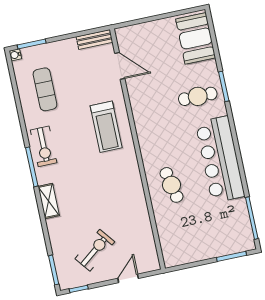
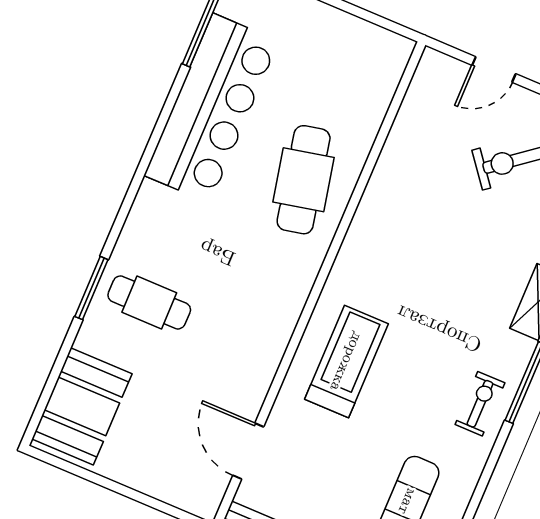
exercise bike: (44, 146) -> (480, 404), width x0.73, depth x0.72
bar counter: (220, 159) -> (211, 108), moved
cafe table: (171, 185) -> (304, 180), width x1.37, depth x1.35

